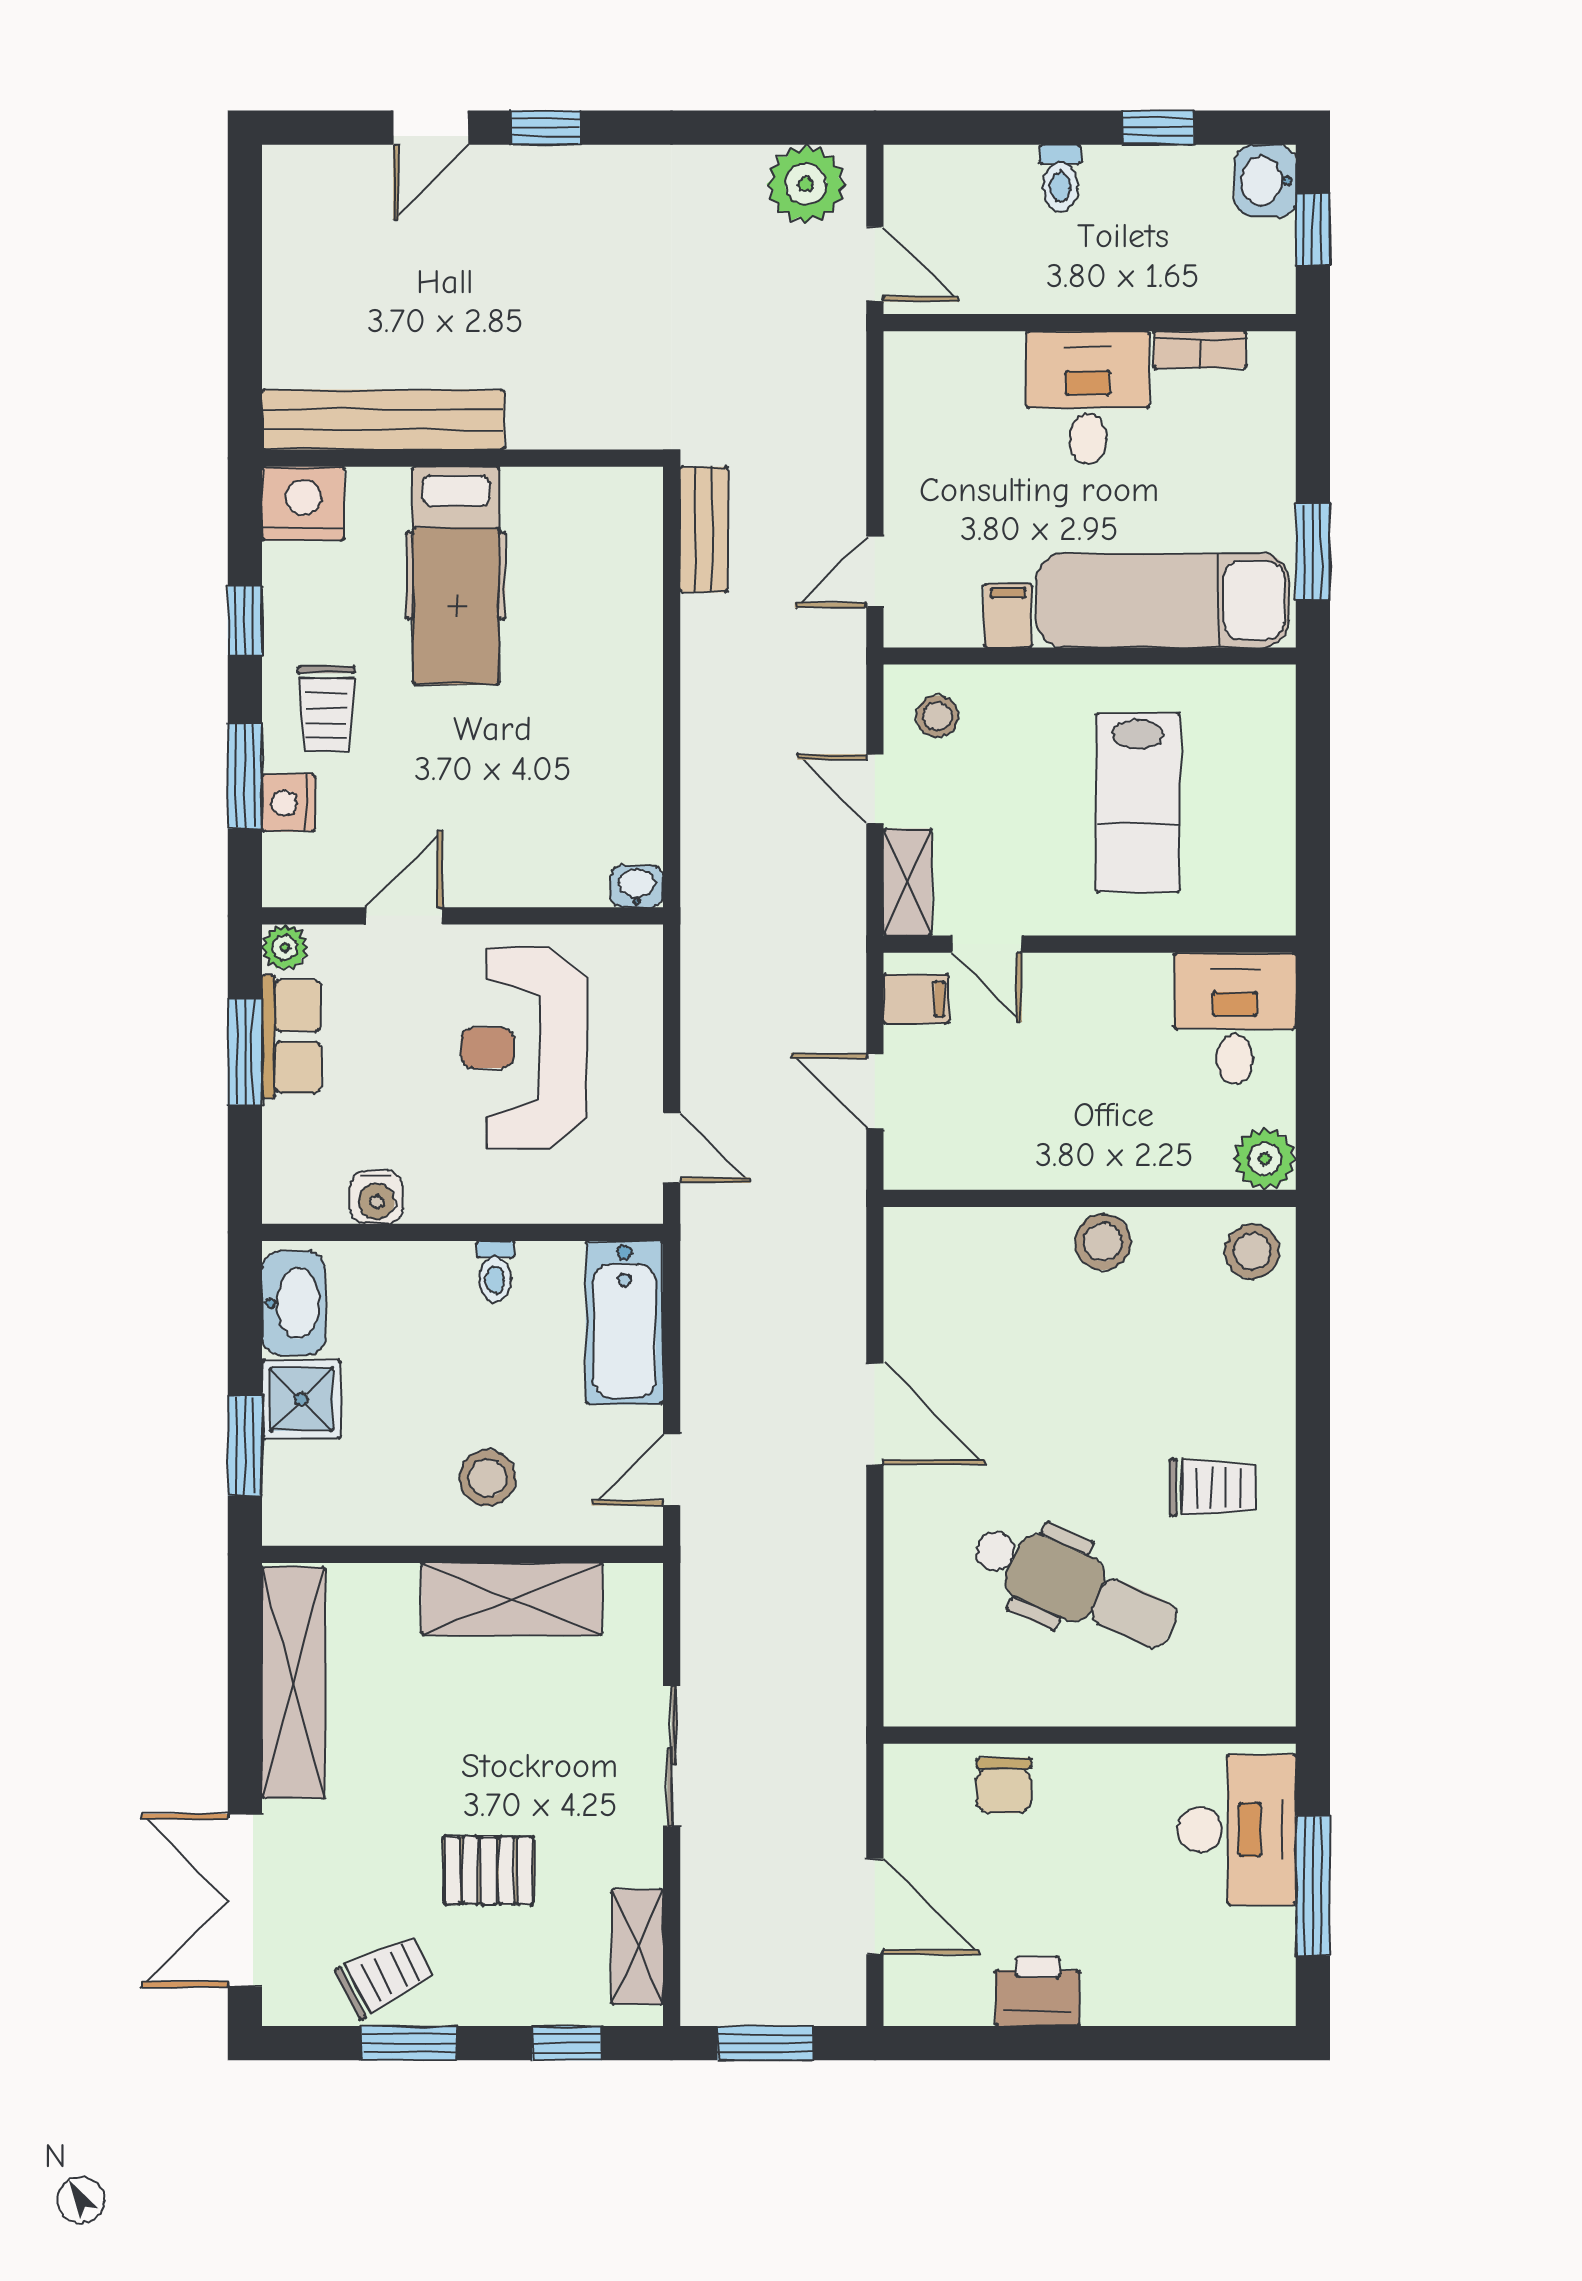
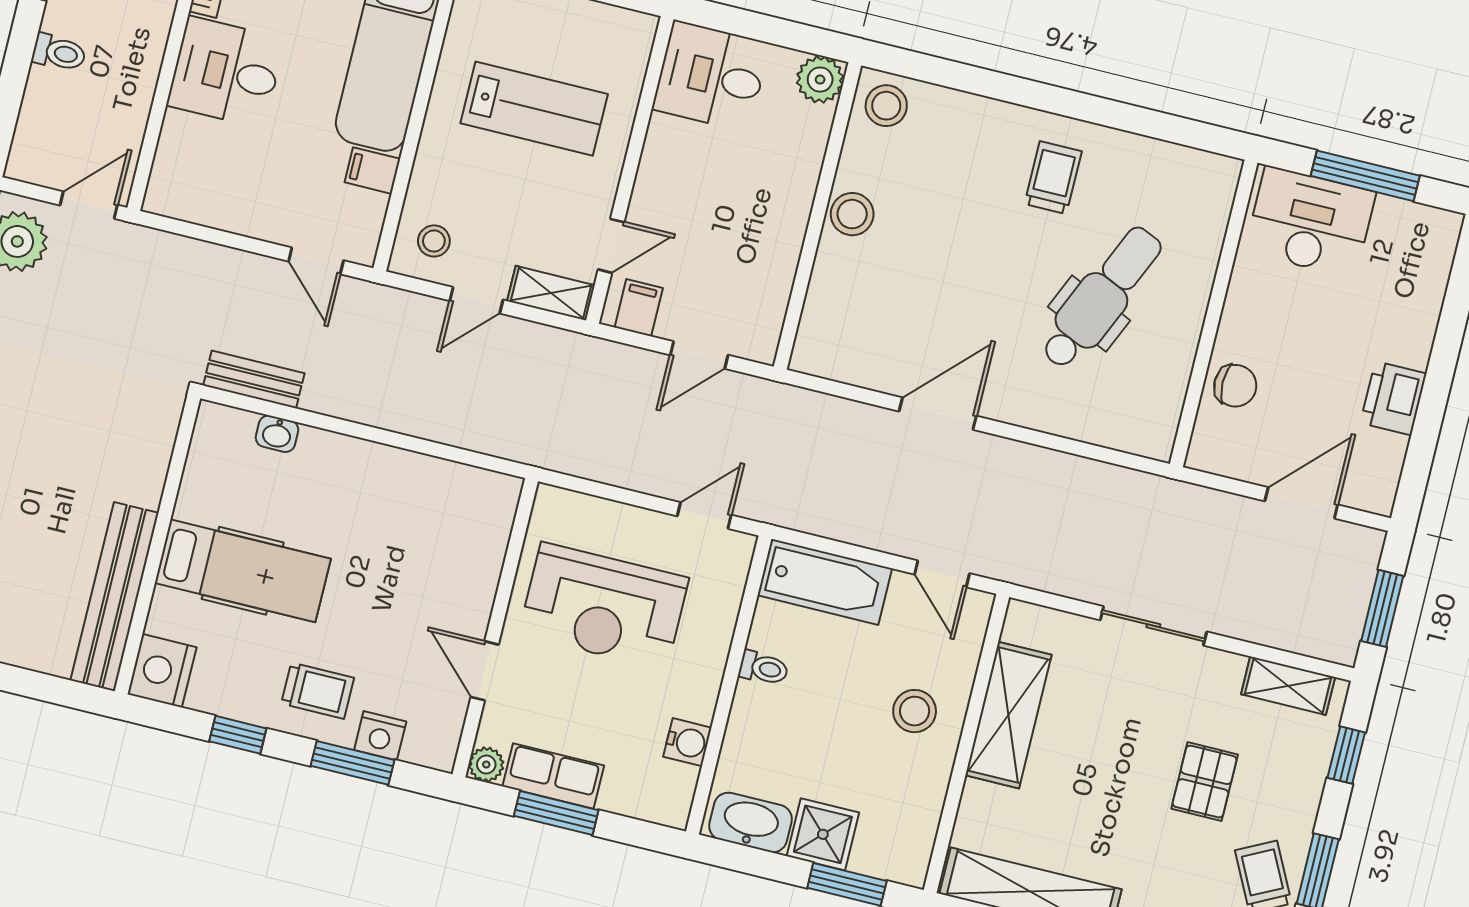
washbasin: (637, 886) -> (277, 434), moved, turned -90

